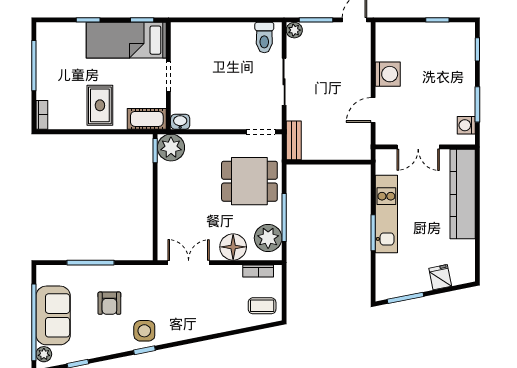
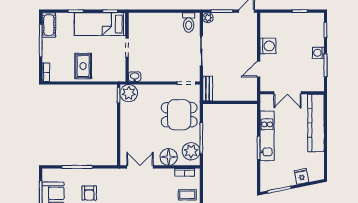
cot: (147, 119) -> (49, 25), moved, turned 90
washing machine: (466, 125) -> (318, 53), moved

